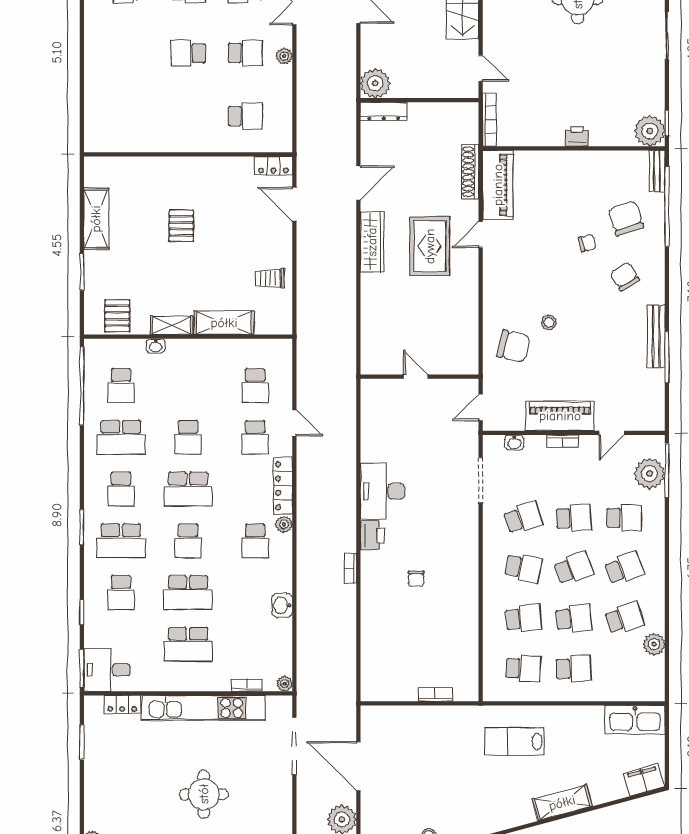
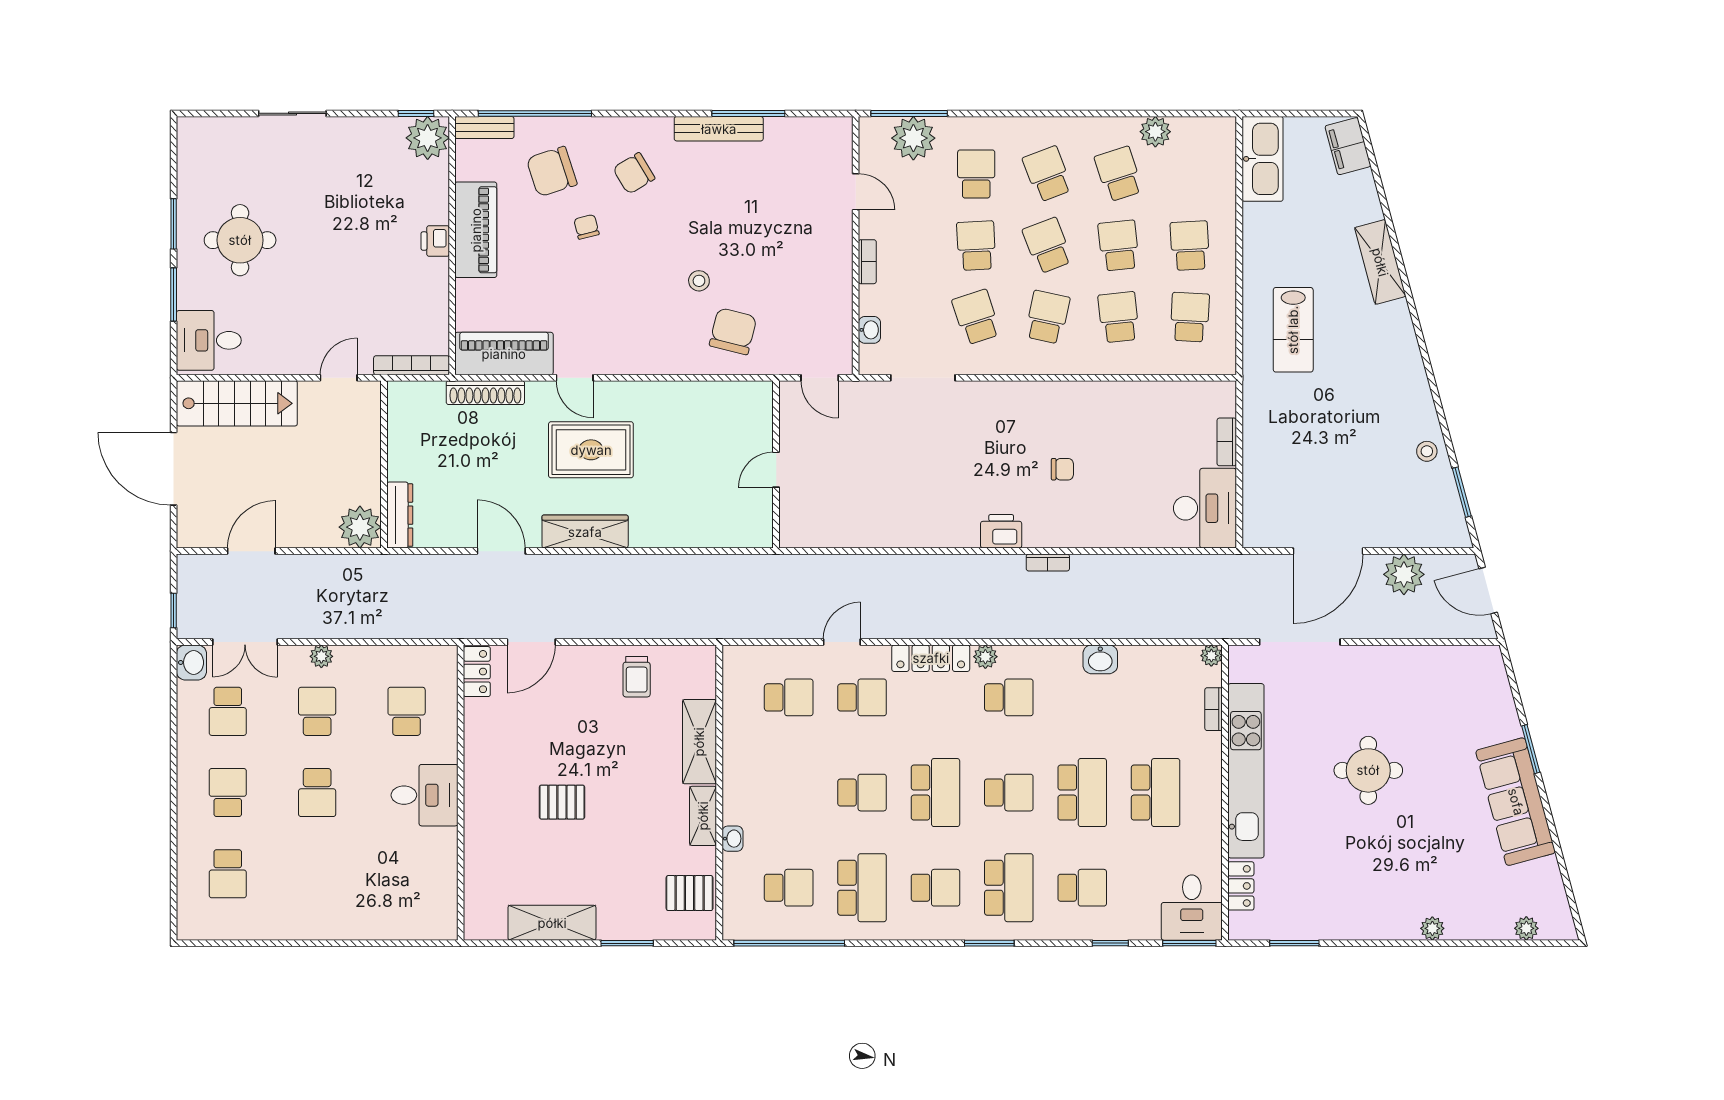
desk: (186, 129) -> (424, 795), added
piano: (560, 416) -> (476, 230), moved, turned 180
desk: (383, 491) -> (1205, 508), moved, turned -90

